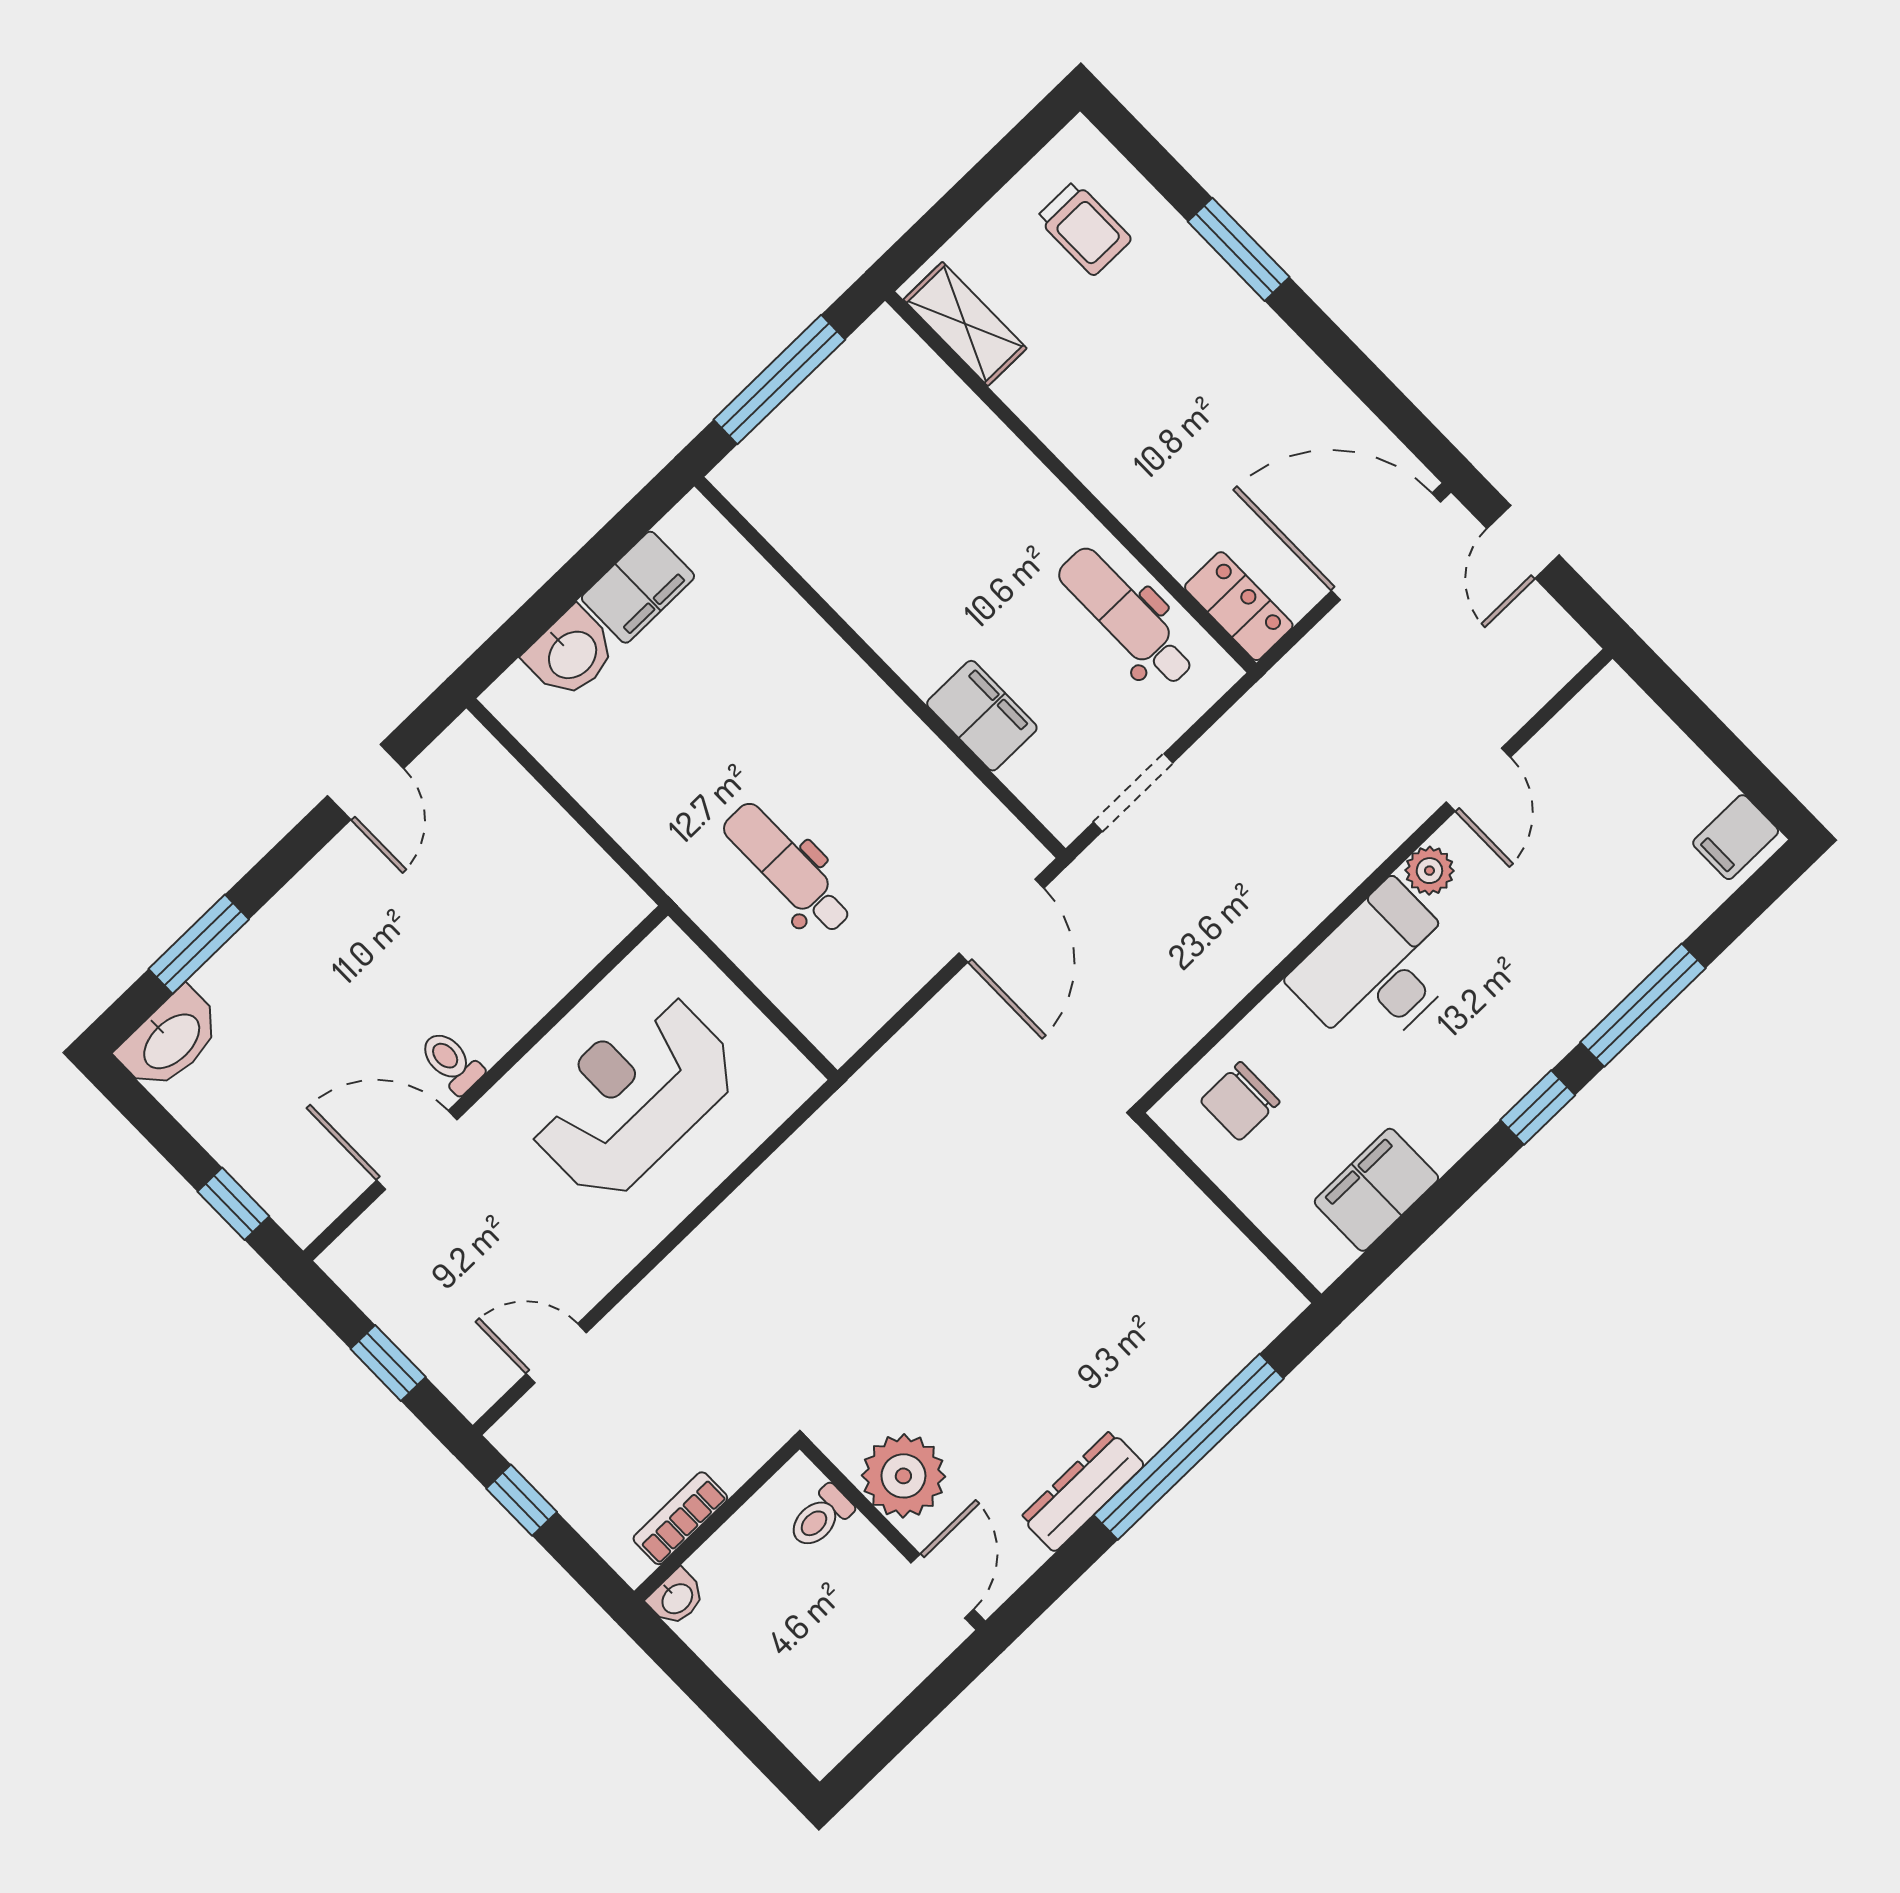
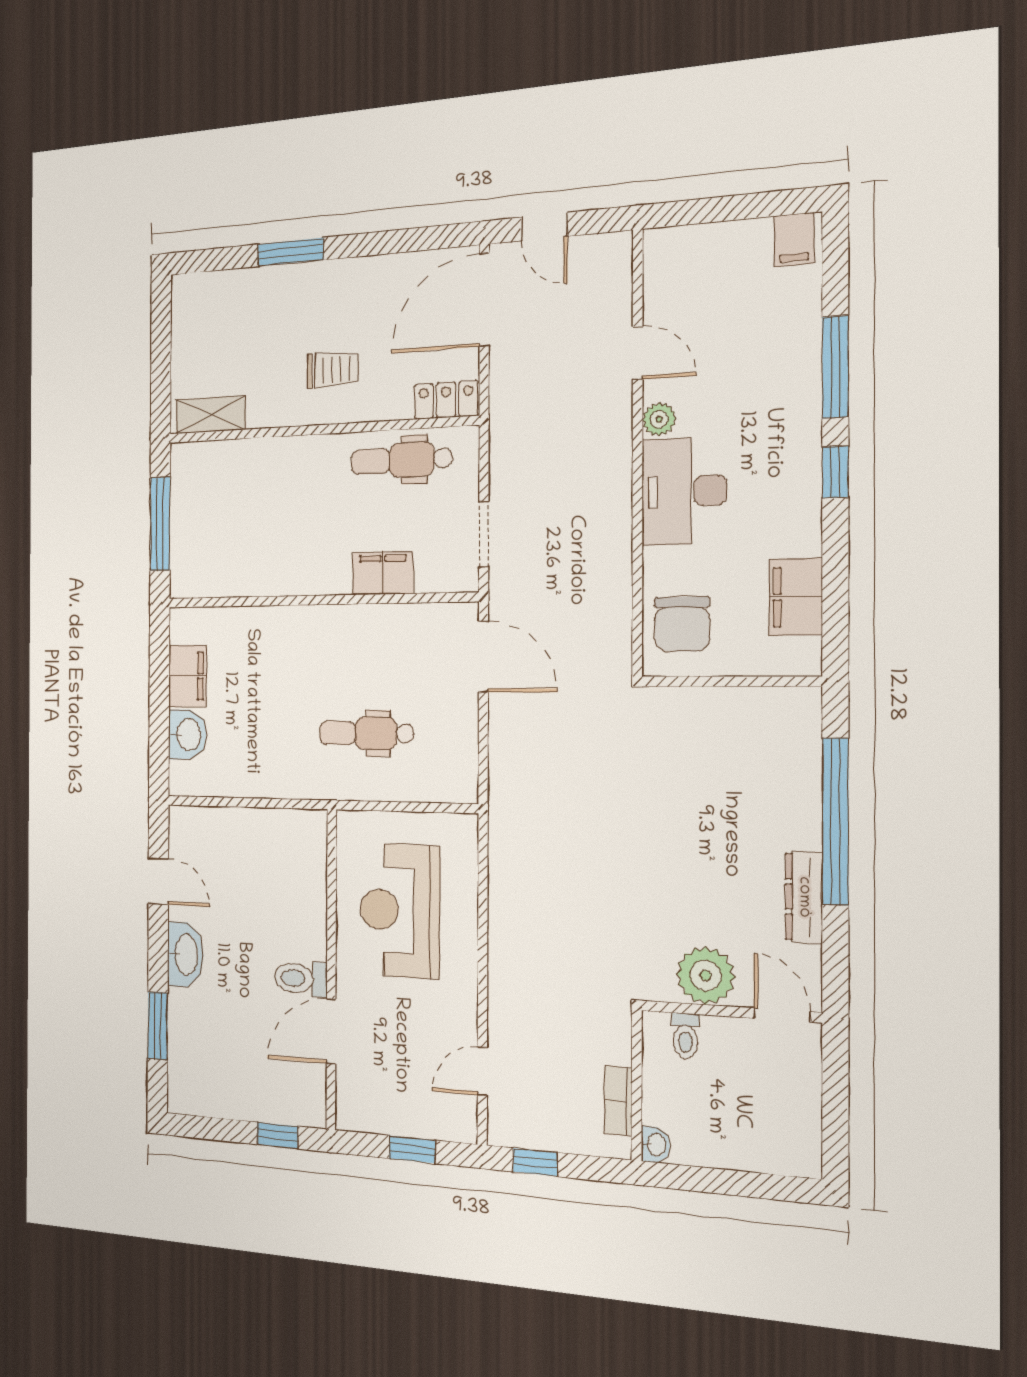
trolley: (1084, 228) -> (333, 370), moved
washbasin: (170, 1040) -> (185, 955), moved
toilet: (451, 1062) -> (301, 978), width x1.37, depth x1.39
chair: (1240, 1101) -> (682, 624), width x1.37, depth x1.37

